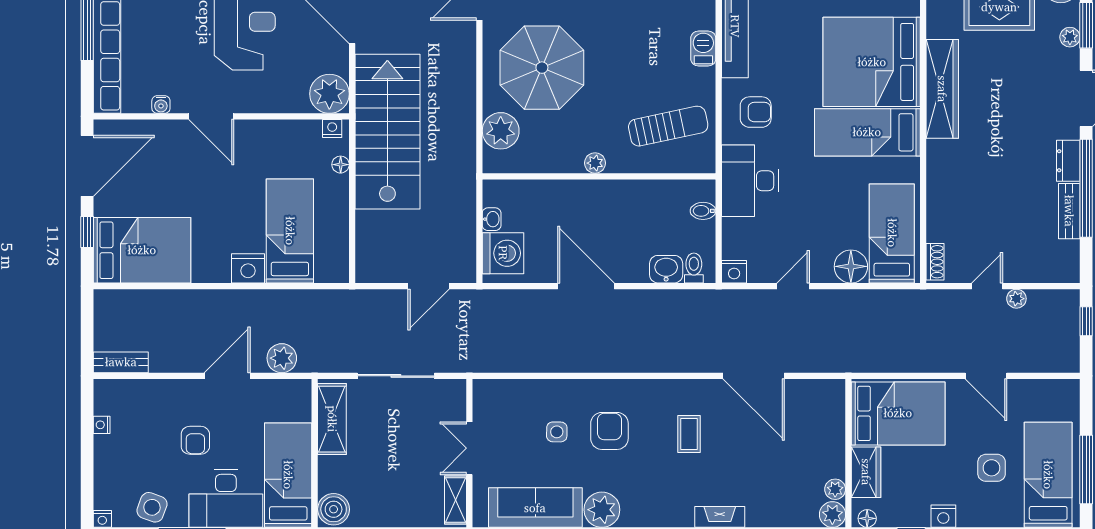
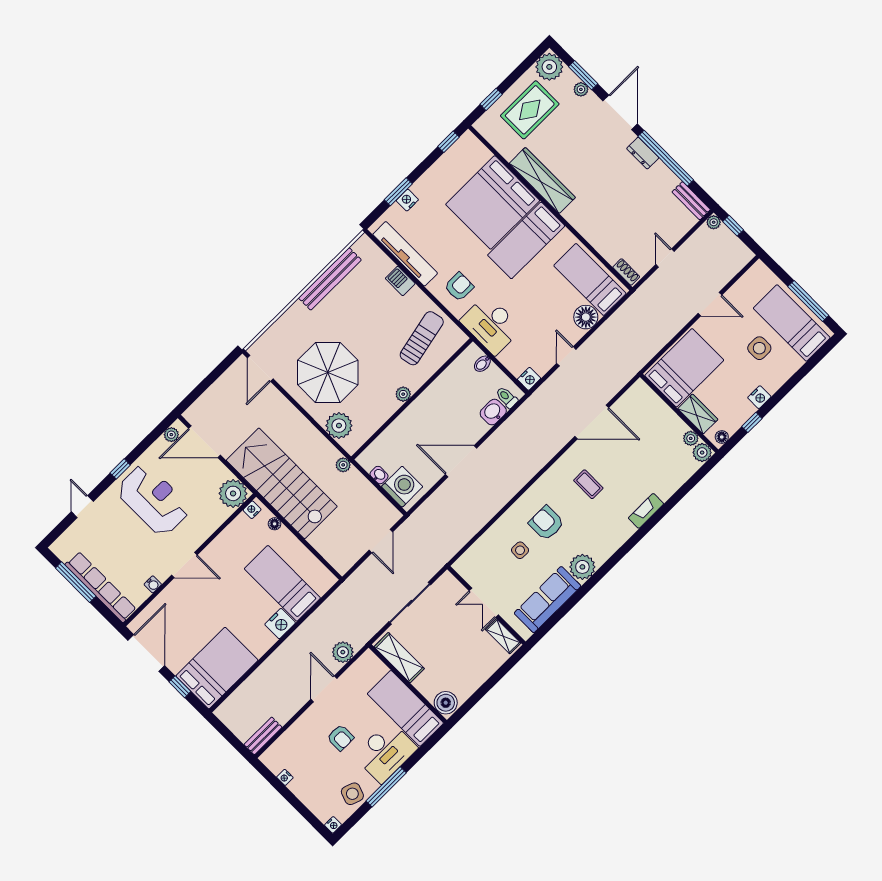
plant: (466, 174) -> (343, 465), added
bench: (1069, 211) -> (691, 201), moved
plant: (1016, 299) -> (714, 222), moved

